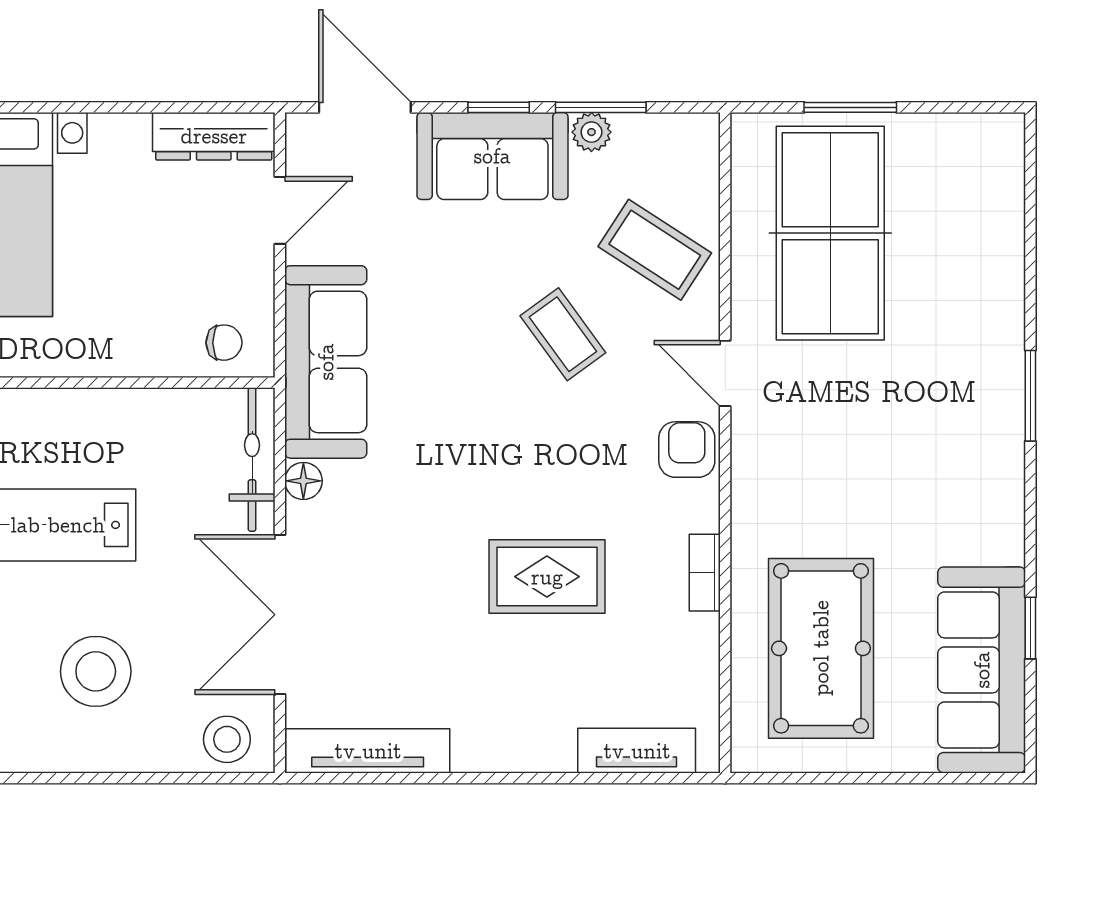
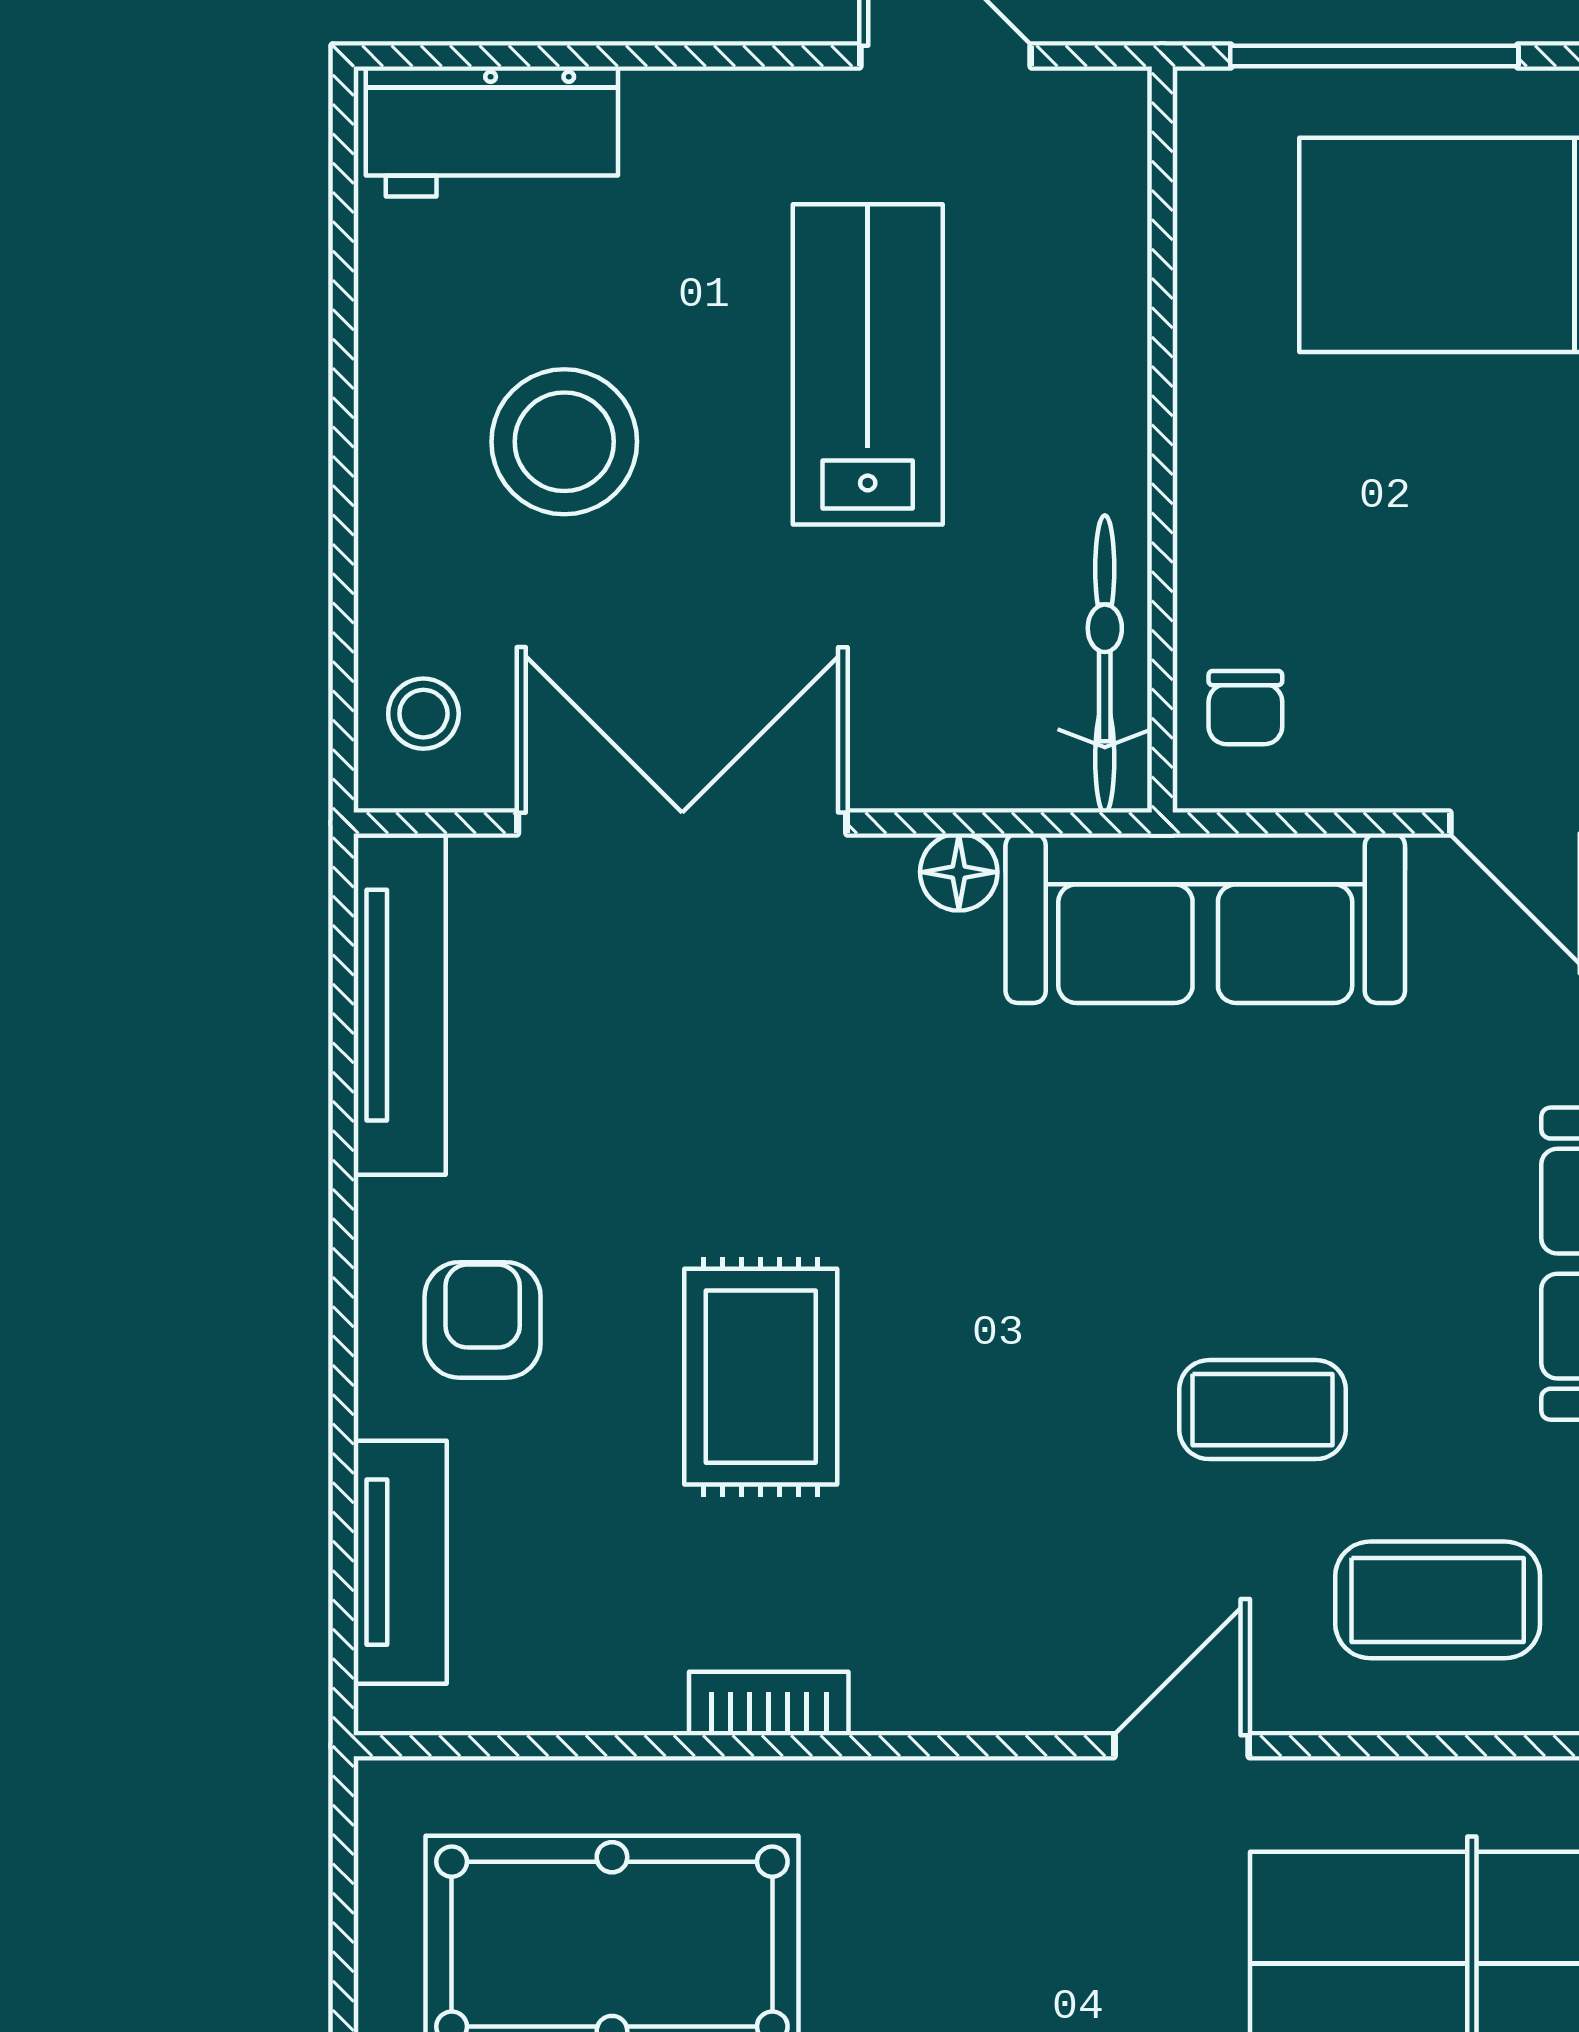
coffee table: (655, 250) -> (1438, 1600), turned 57
coffee table: (563, 334) -> (1263, 1410), turned 36
armchair: (687, 450) -> (483, 1320), moved, turned -90
bicycle: (252, 459) -> (1105, 664), moved, turned -90
stool: (227, 739) -> (423, 714), width x0.73, depth x0.73

